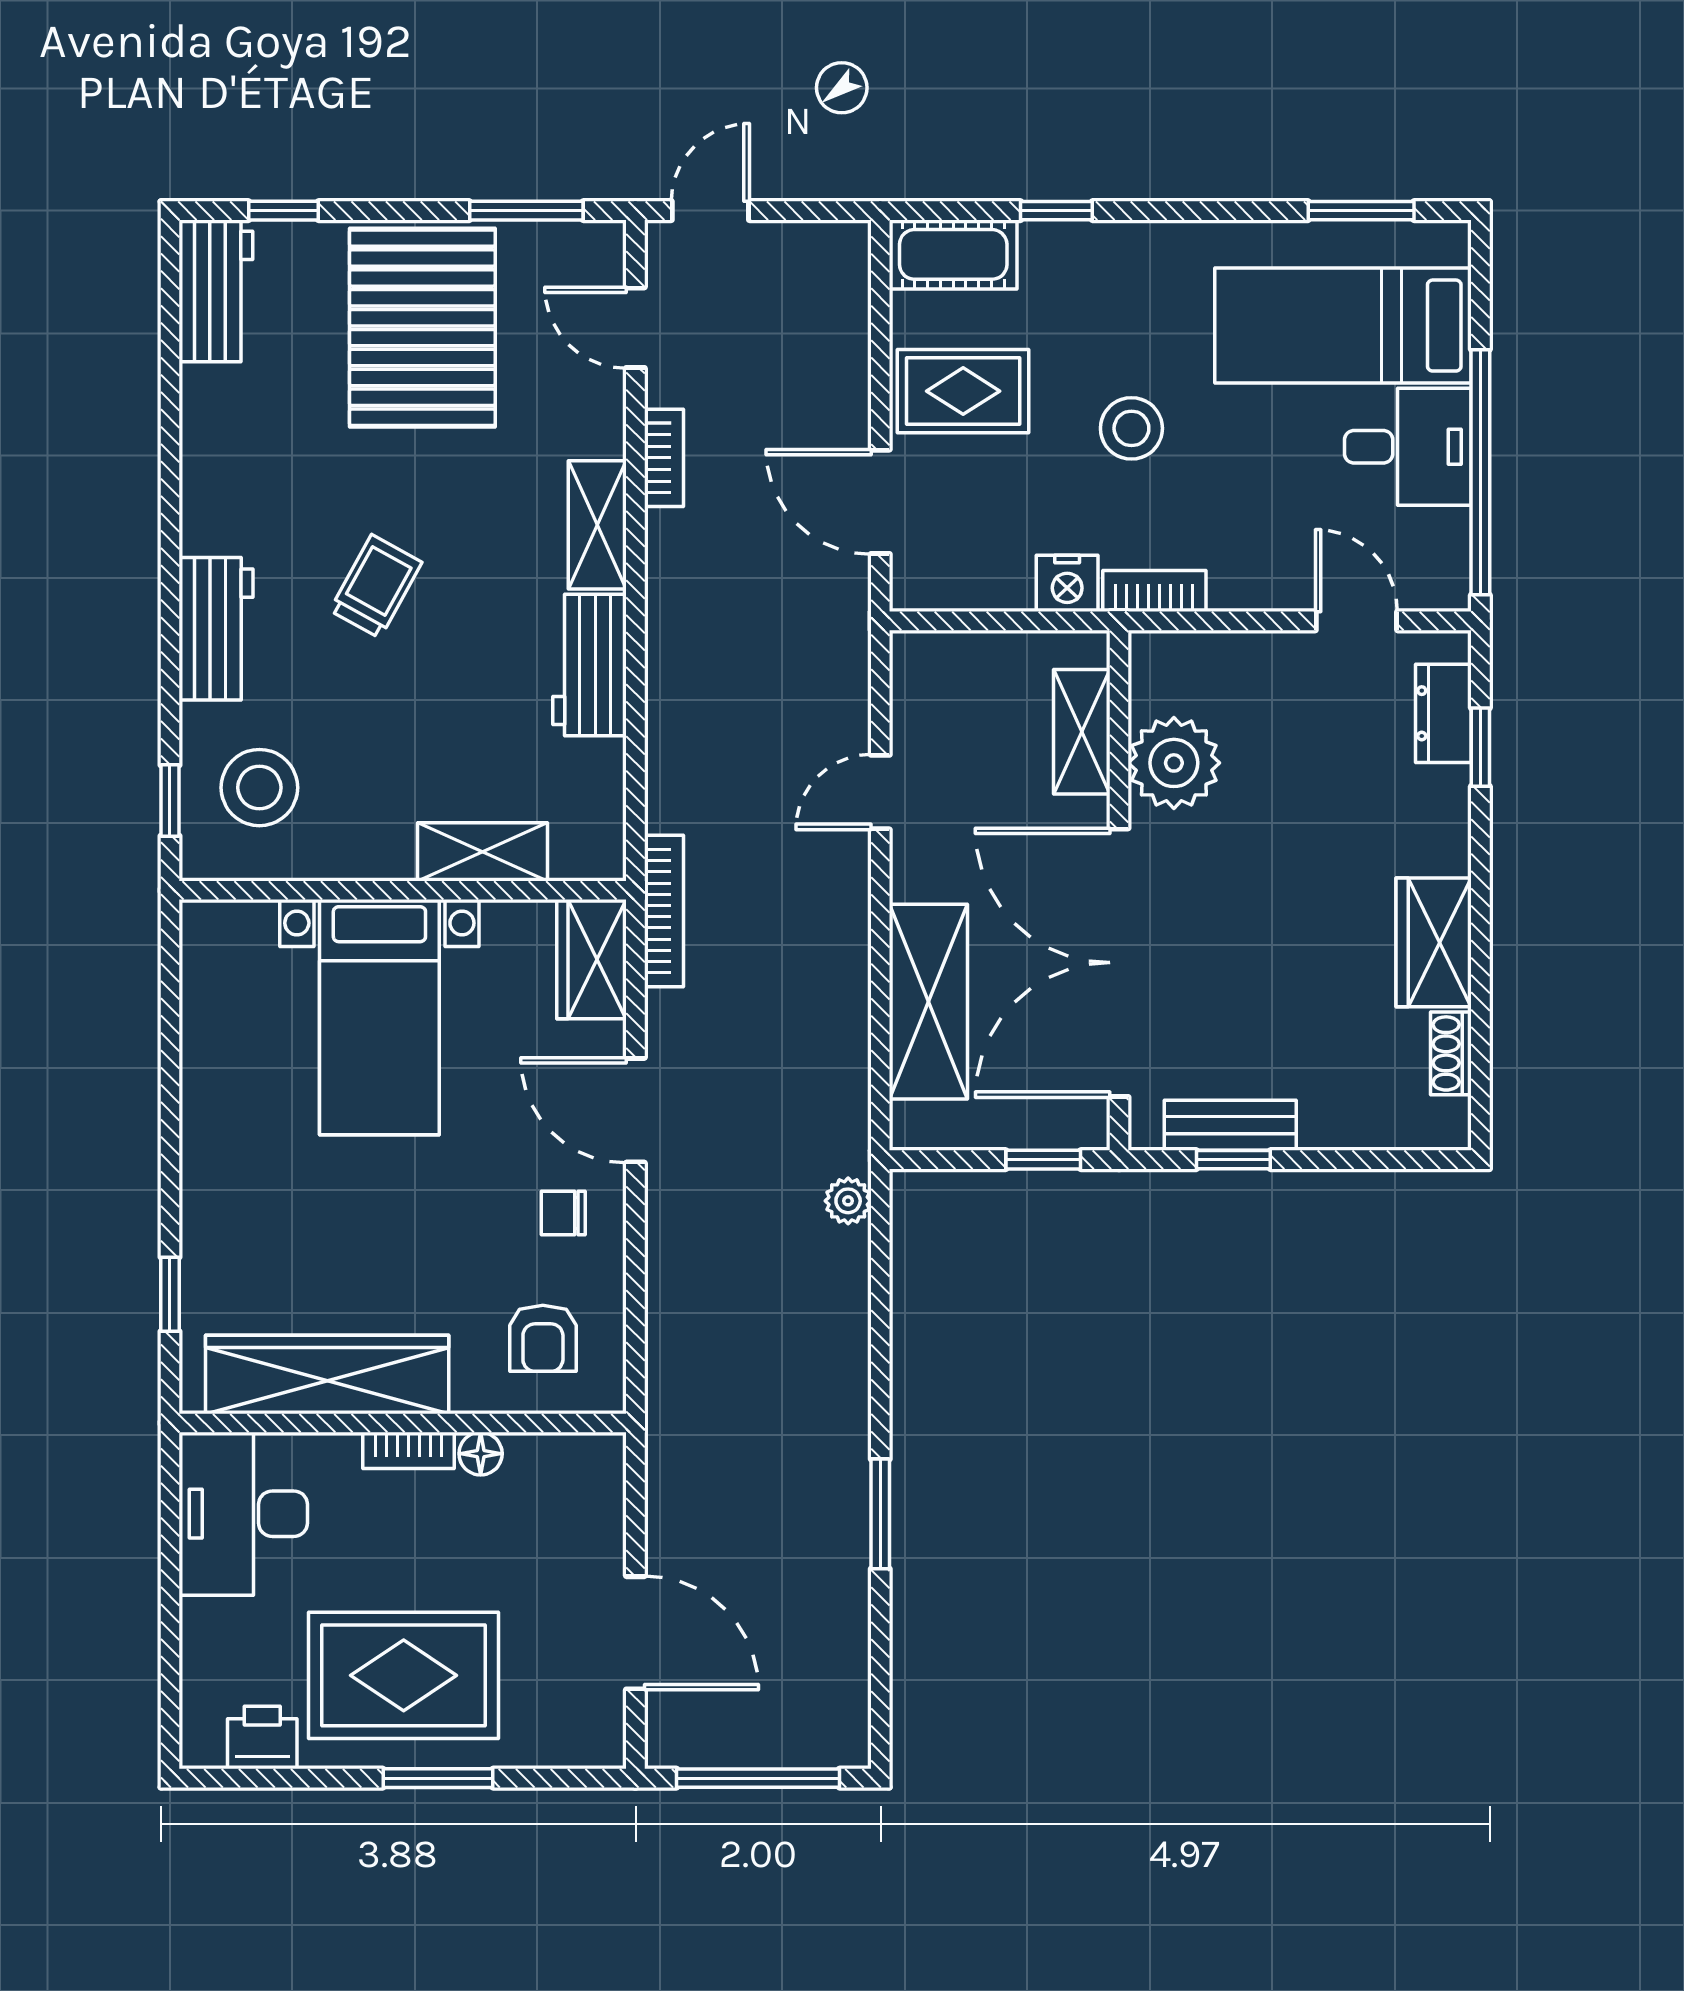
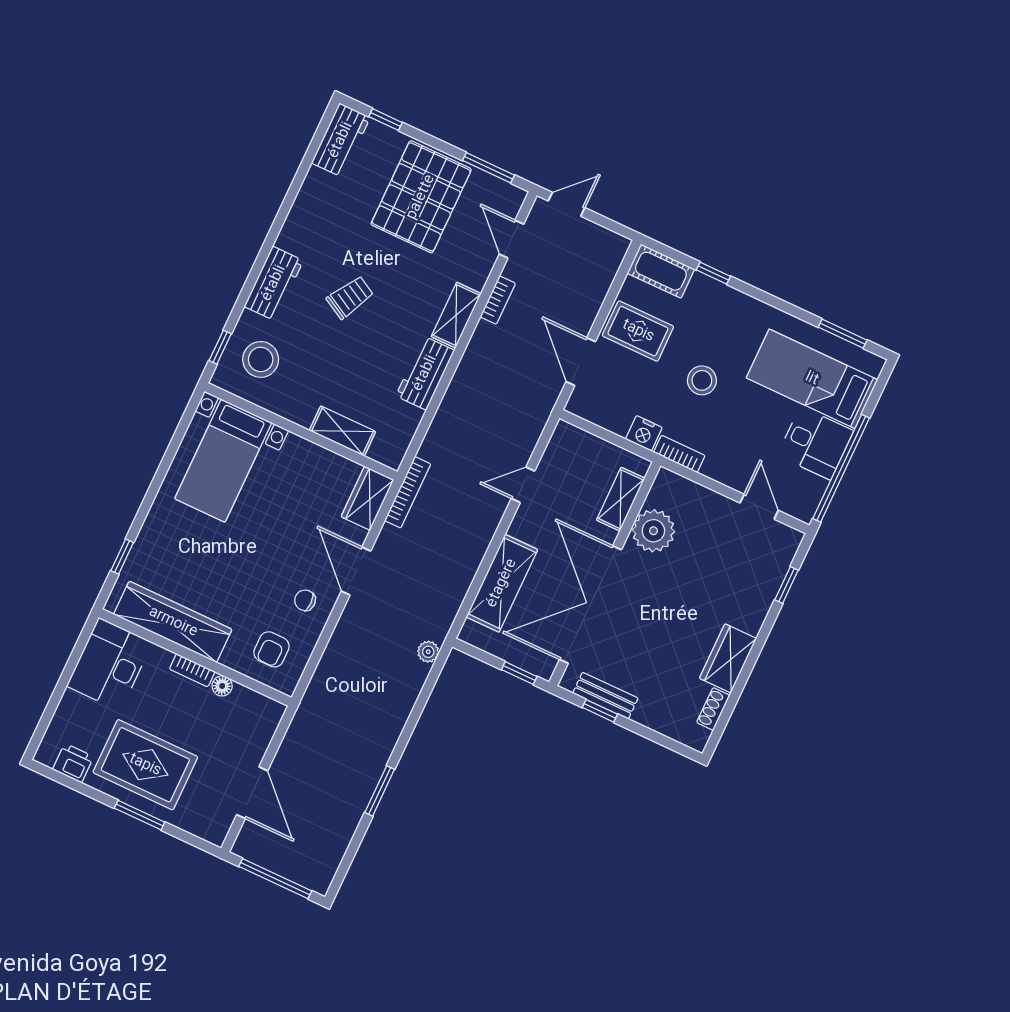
dresser: (1443, 713) -> (778, 563), removed
bed with nightstands: (379, 1017) -> (223, 461), moved

